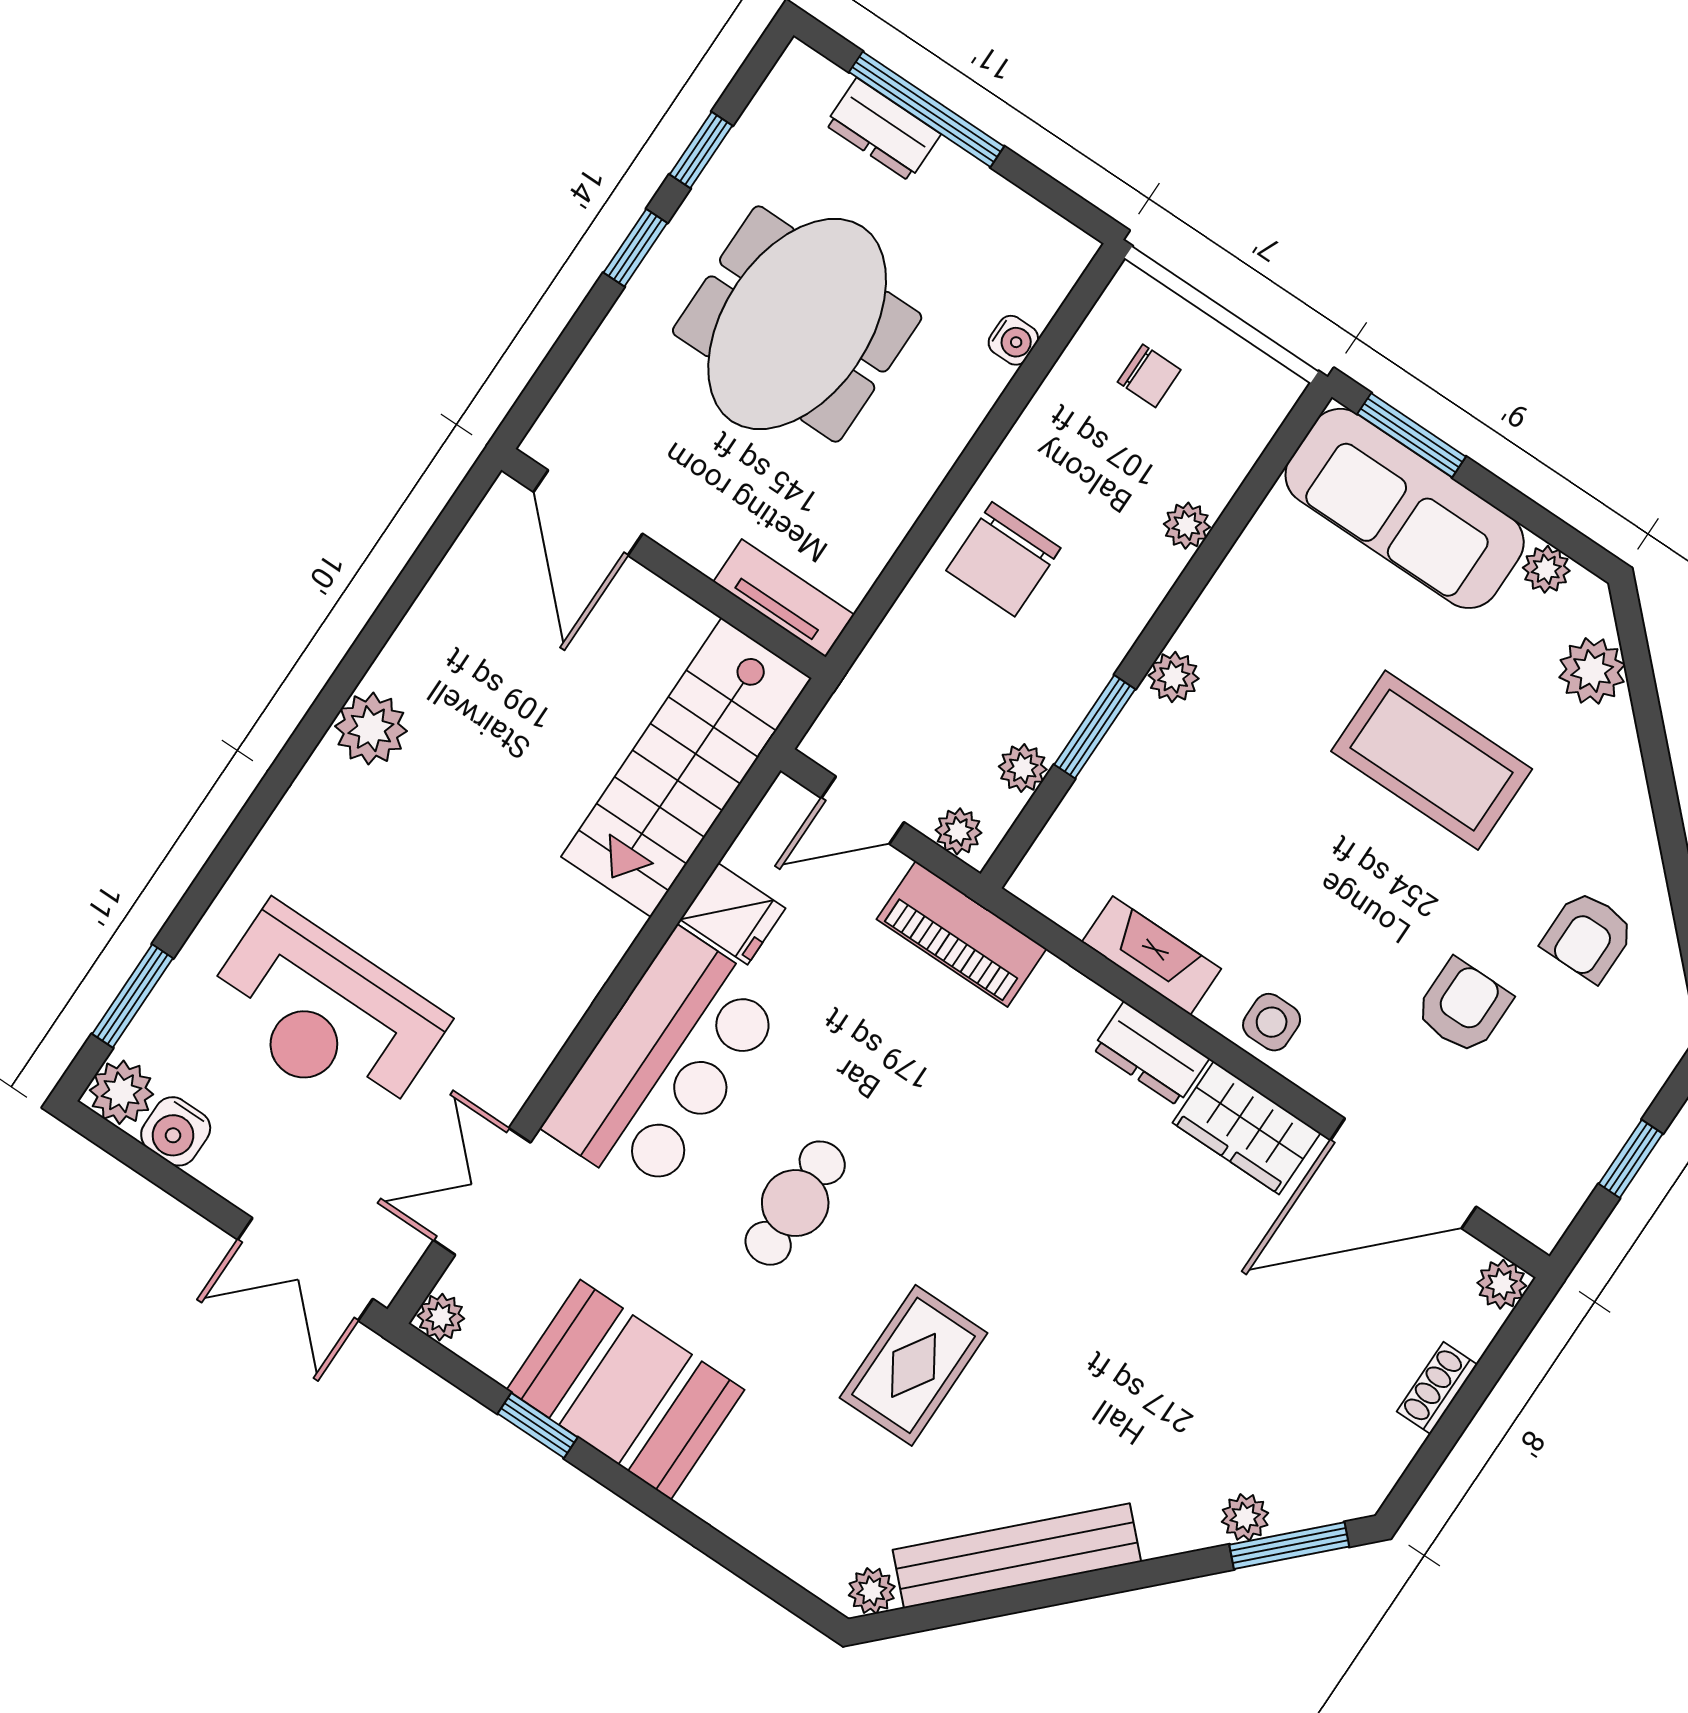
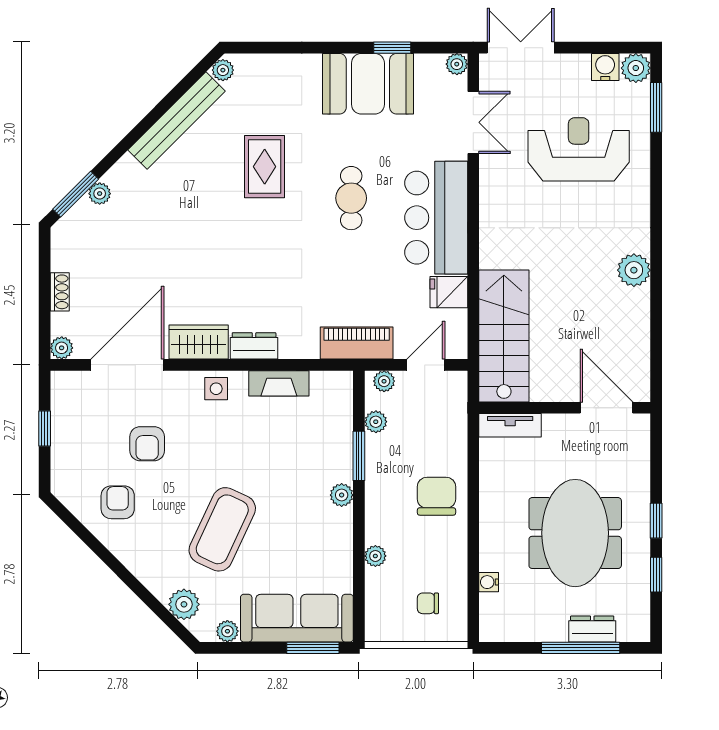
coffee table: (1432, 760) -> (222, 529), turned -65

